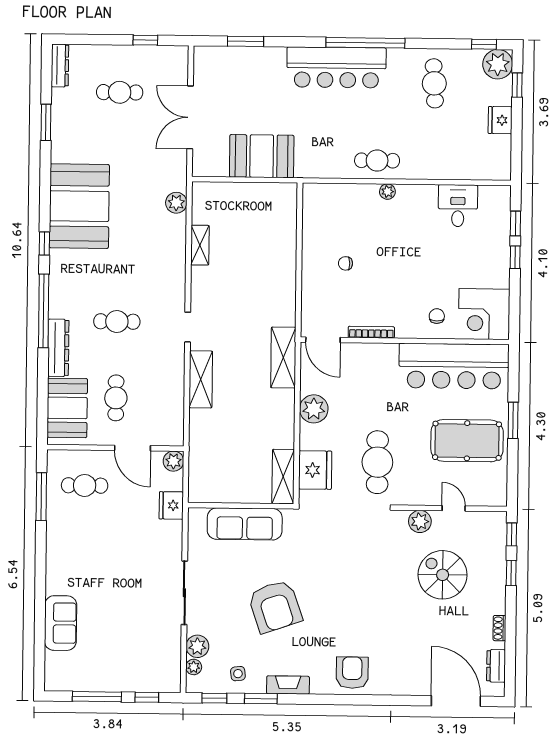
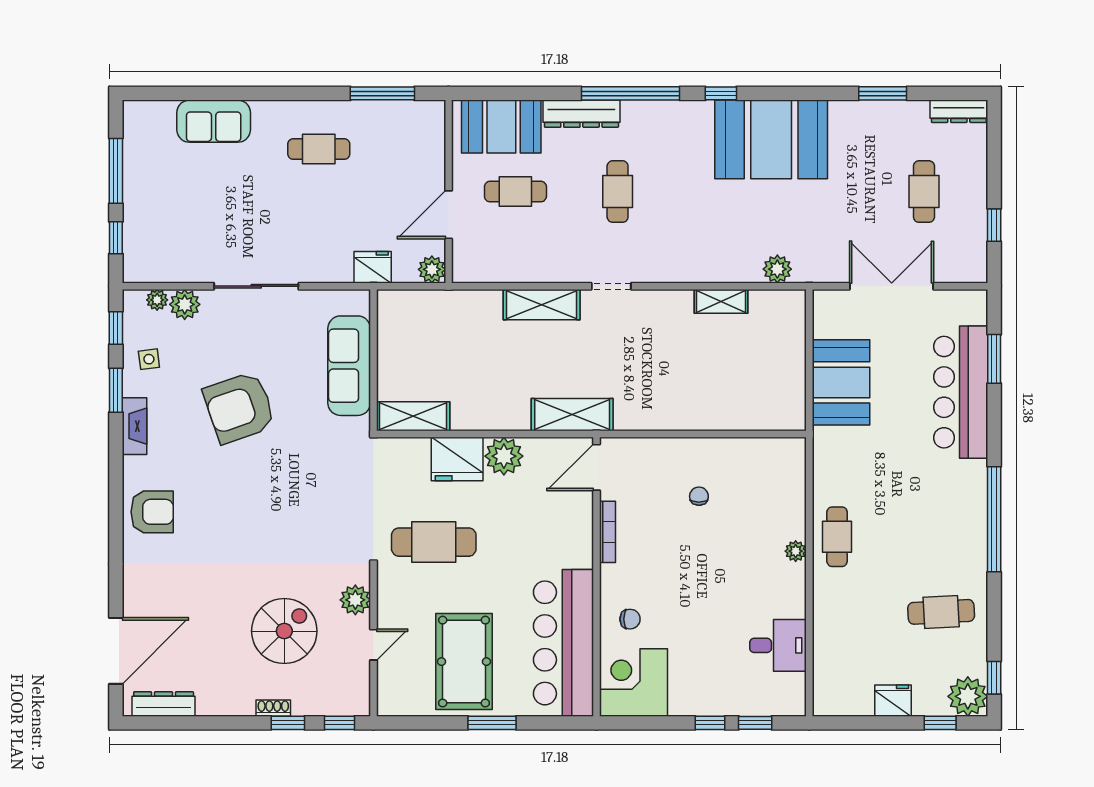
bar counter: (336, 67) -> (961, 392), moved
fridge: (315, 470) -> (457, 459), moved
cafe table: (85, 485) -> (319, 149), moved, turned 90
shoe rack: (500, 628) -> (273, 708), moved
dresser: (496, 666) -> (164, 704), width x1.44

